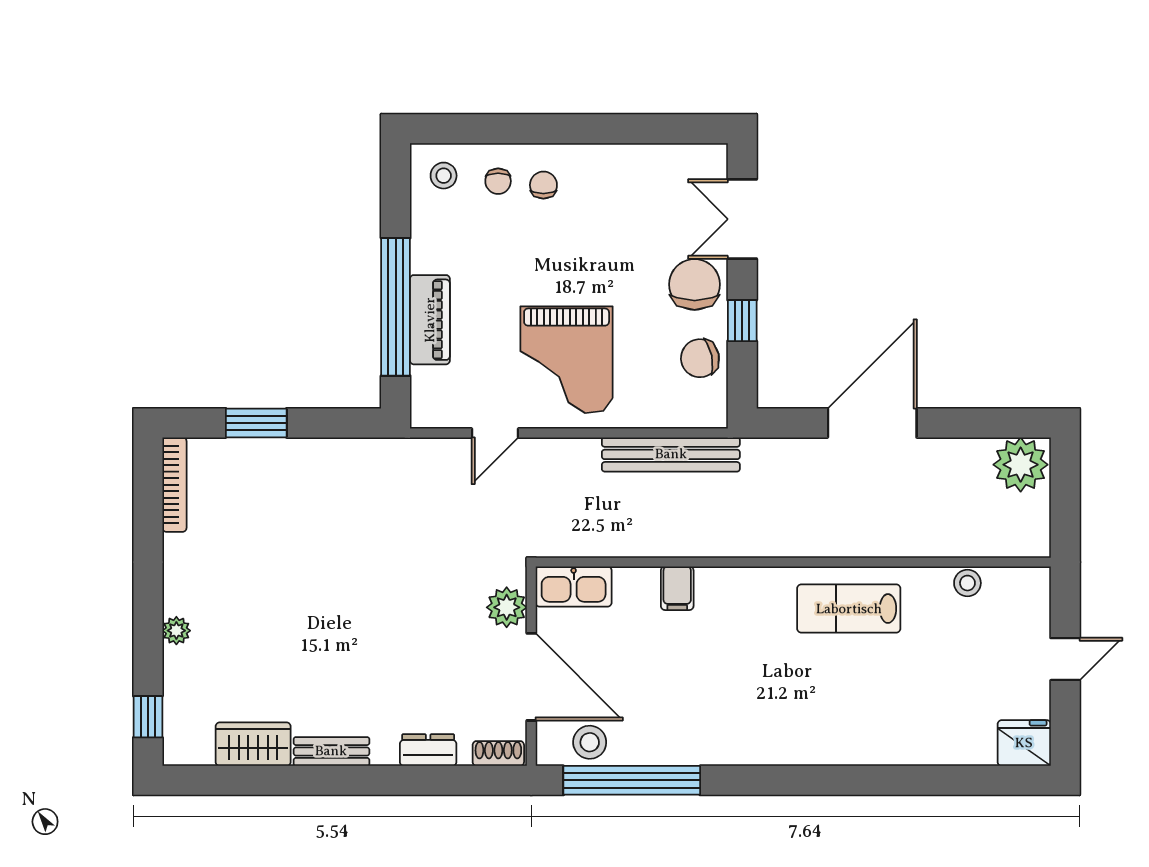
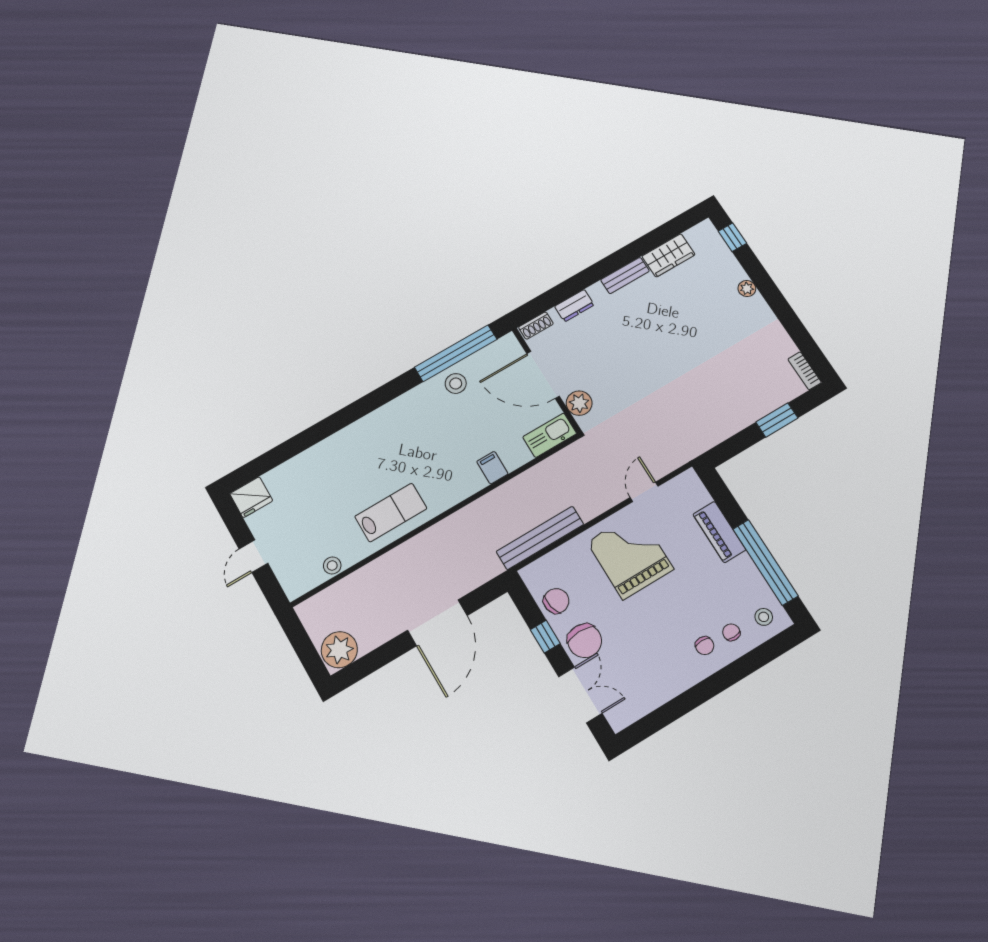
window: (396, 307) -> (765, 562), moved
bookcase: (174, 485) -> (805, 371), width x0.64
stool: (590, 742) -> (456, 383), moved

